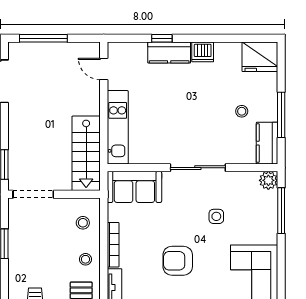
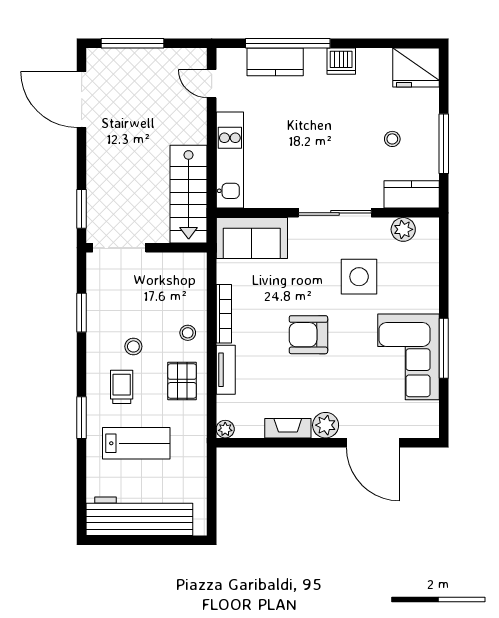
window: (162, 38) -> (288, 43), width x3.17
kitchen counter: (169, 52) -> (275, 62), moved
kitchen counter: (267, 143) -> (412, 194), moved, turned 90
plant: (268, 180) -> (403, 229), moved
window: (281, 211) -> (444, 348), moved
side table: (216, 216) -> (359, 277), width x1.87, depth x1.87
stool: (83, 223) -> (133, 346), moved

